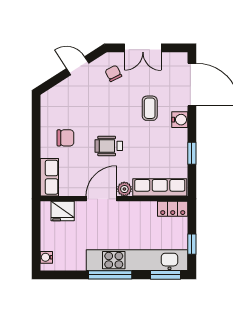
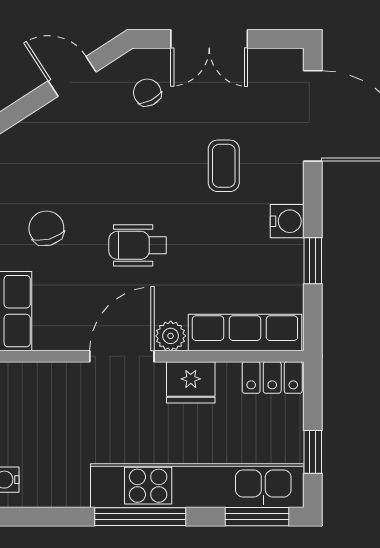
water cooler: (180, 120) -> (287, 221), moved
chair: (65, 138) -> (46, 228), turned -105
fridge: (63, 211) -> (191, 382), moved

